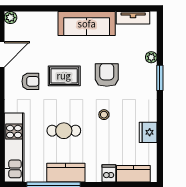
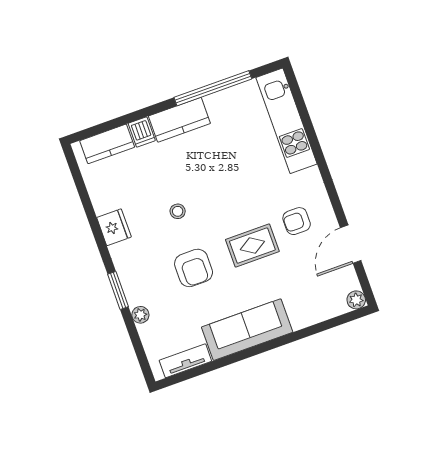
cafe table: (64, 131) -> (226, 169), removed
fridge: (148, 132) -> (114, 227), moved
kitchen counter: (66, 173) -> (179, 120), moved

